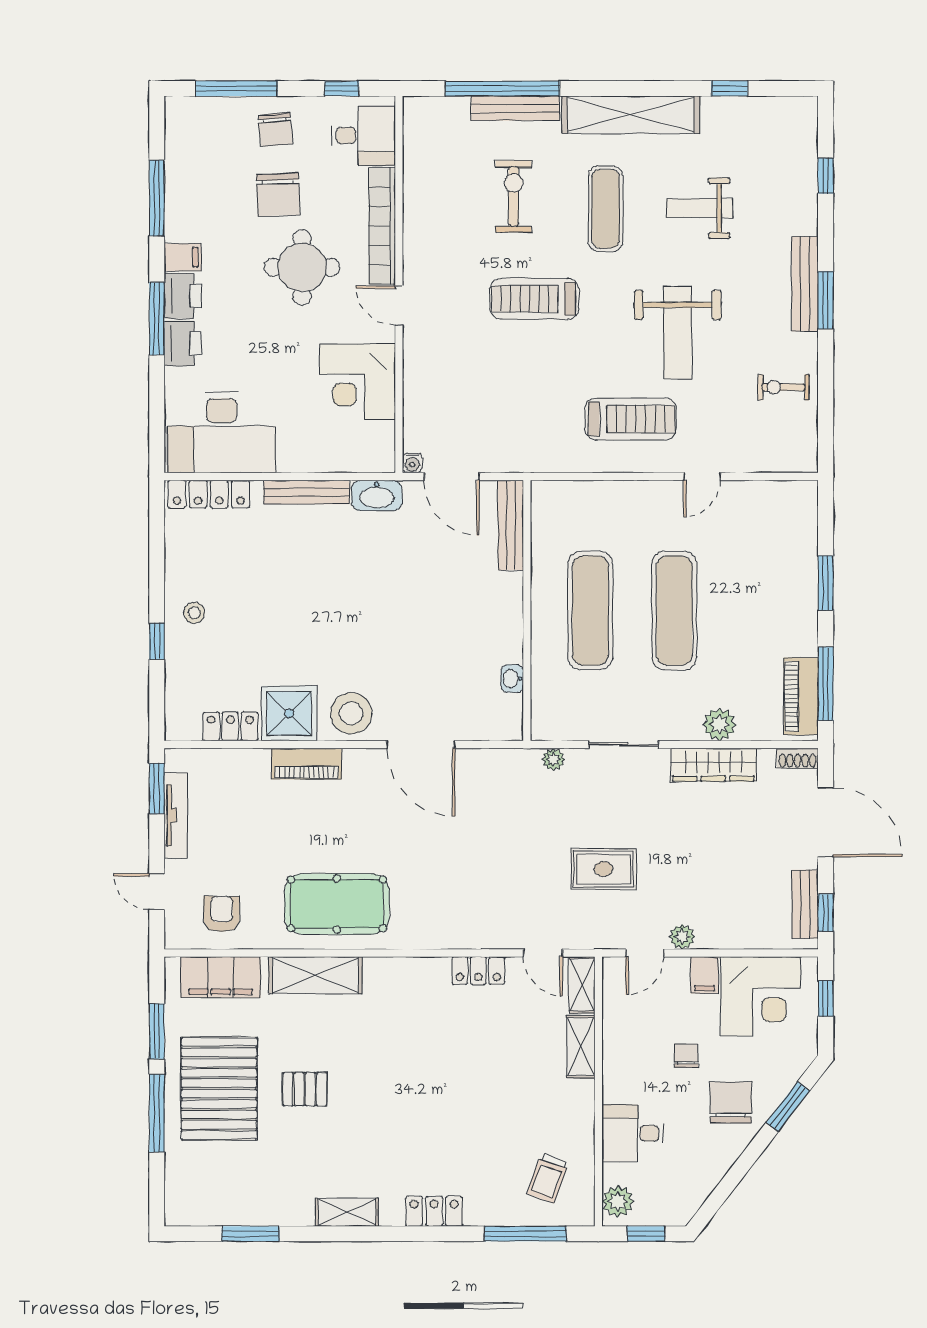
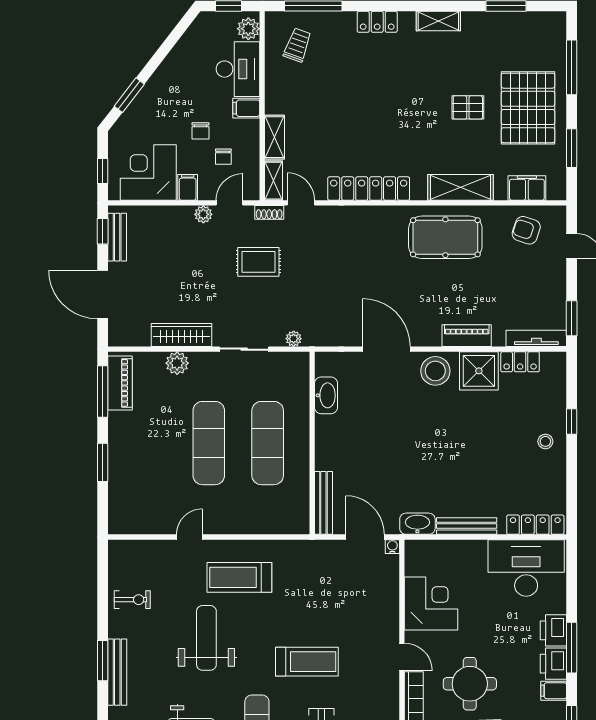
washbasin: (512, 679) -> (326, 395), width x1.91, depth x1.45
shoe rack: (798, 758) -> (269, 212), moved, turned 180
tv unit: (176, 815) -> (536, 338), moved, turned 90
armchair: (222, 914) -> (526, 230), turned 108
locker: (478, 971) -> (369, 189), width x2.16, depth x1.21
filing cabinet: (221, 977) -> (527, 188), width x0.67, depth x0.86
filing cabinet: (621, 1088) -> (246, 108), added
chair: (731, 1103) -> (223, 157), moved, width x0.54, depth x0.54
window: (157, 1113) -> (572, 67), moved
desk: (633, 1133) -> (238, 69), width x1.37

